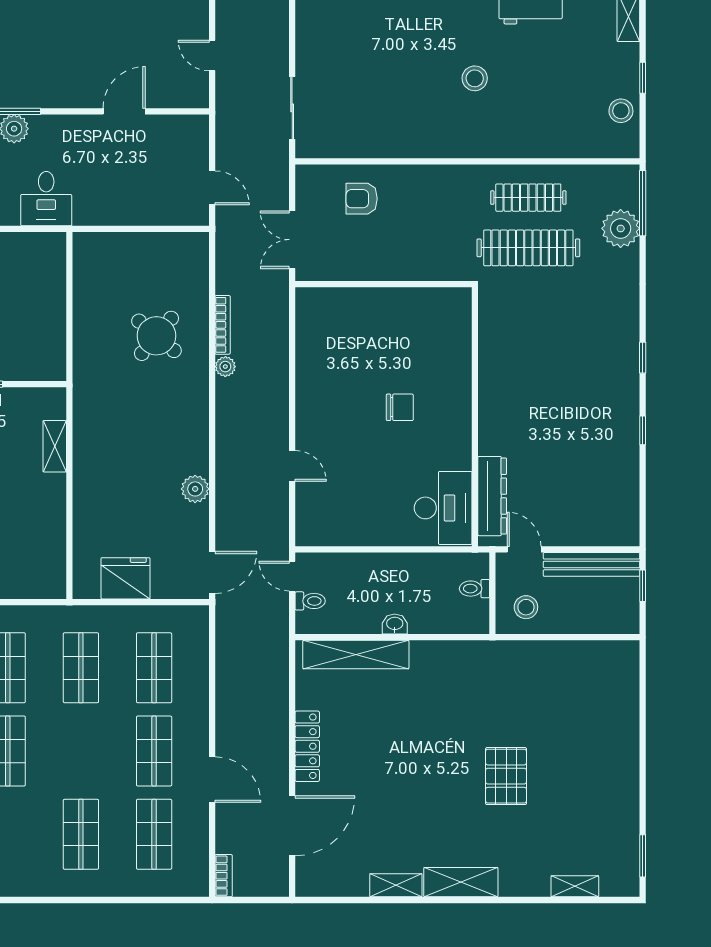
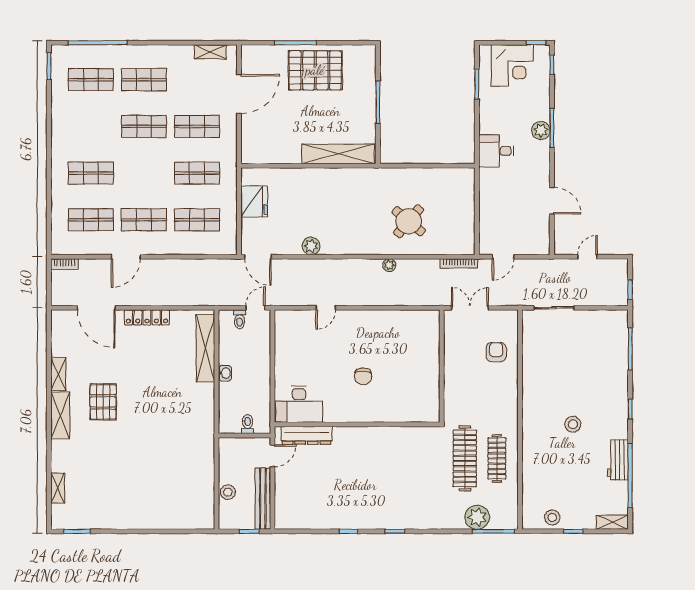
bookcase: (223, 325) -> (459, 263), moved
shelving: (55, 446) -> (338, 154), width x2.20, depth x1.33
stool: (526, 607) -> (228, 492), moved
pallet: (506, 776) -> (103, 402), moved, turned 90

